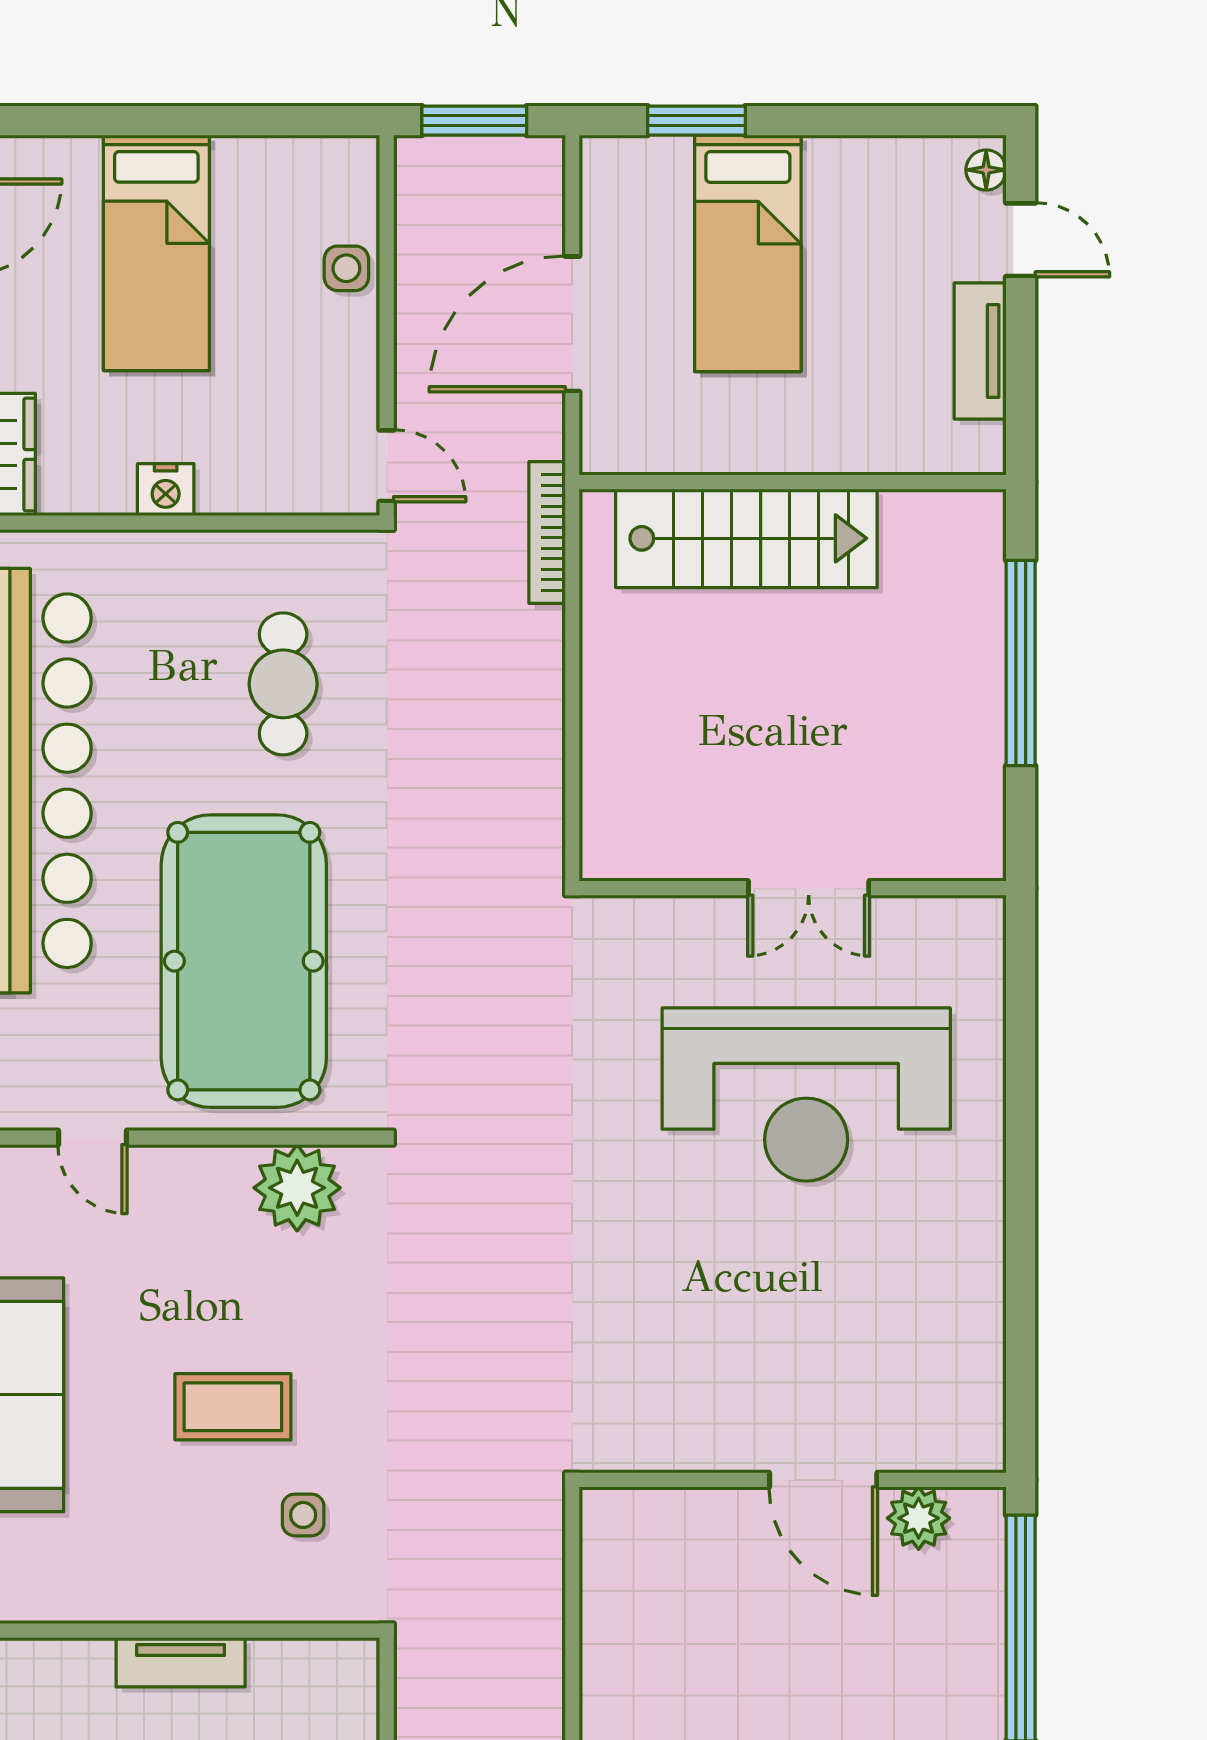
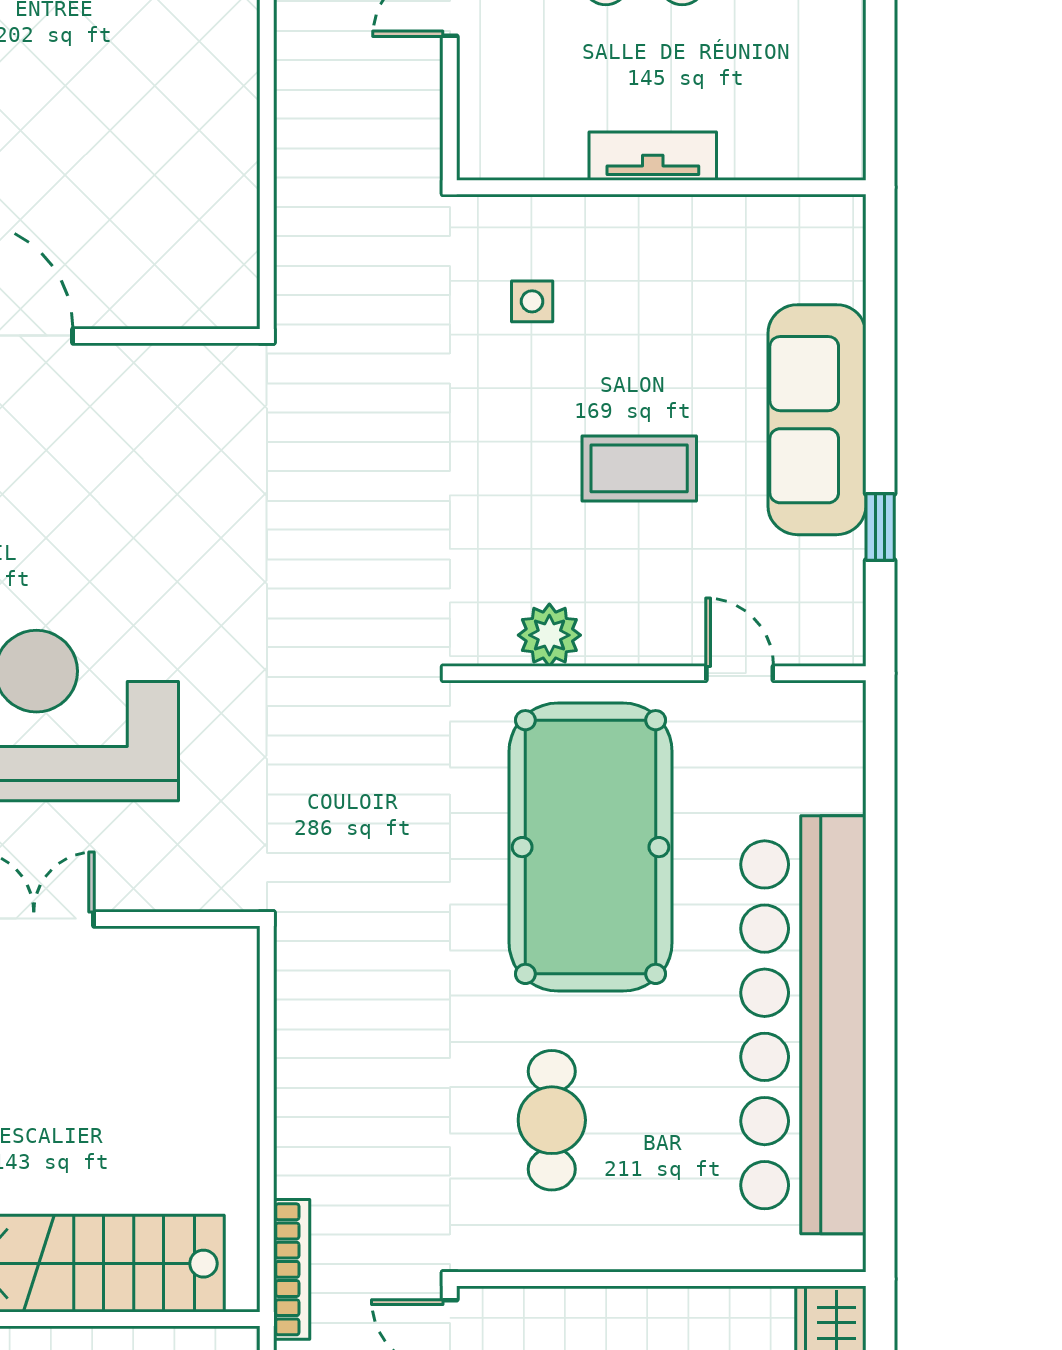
nightstand: (166, 490) -> (668, 1312), removed
plant: (297, 1188) -> (549, 635), width x0.73, depth x0.73
coffee table: (233, 1407) -> (639, 468), moved

